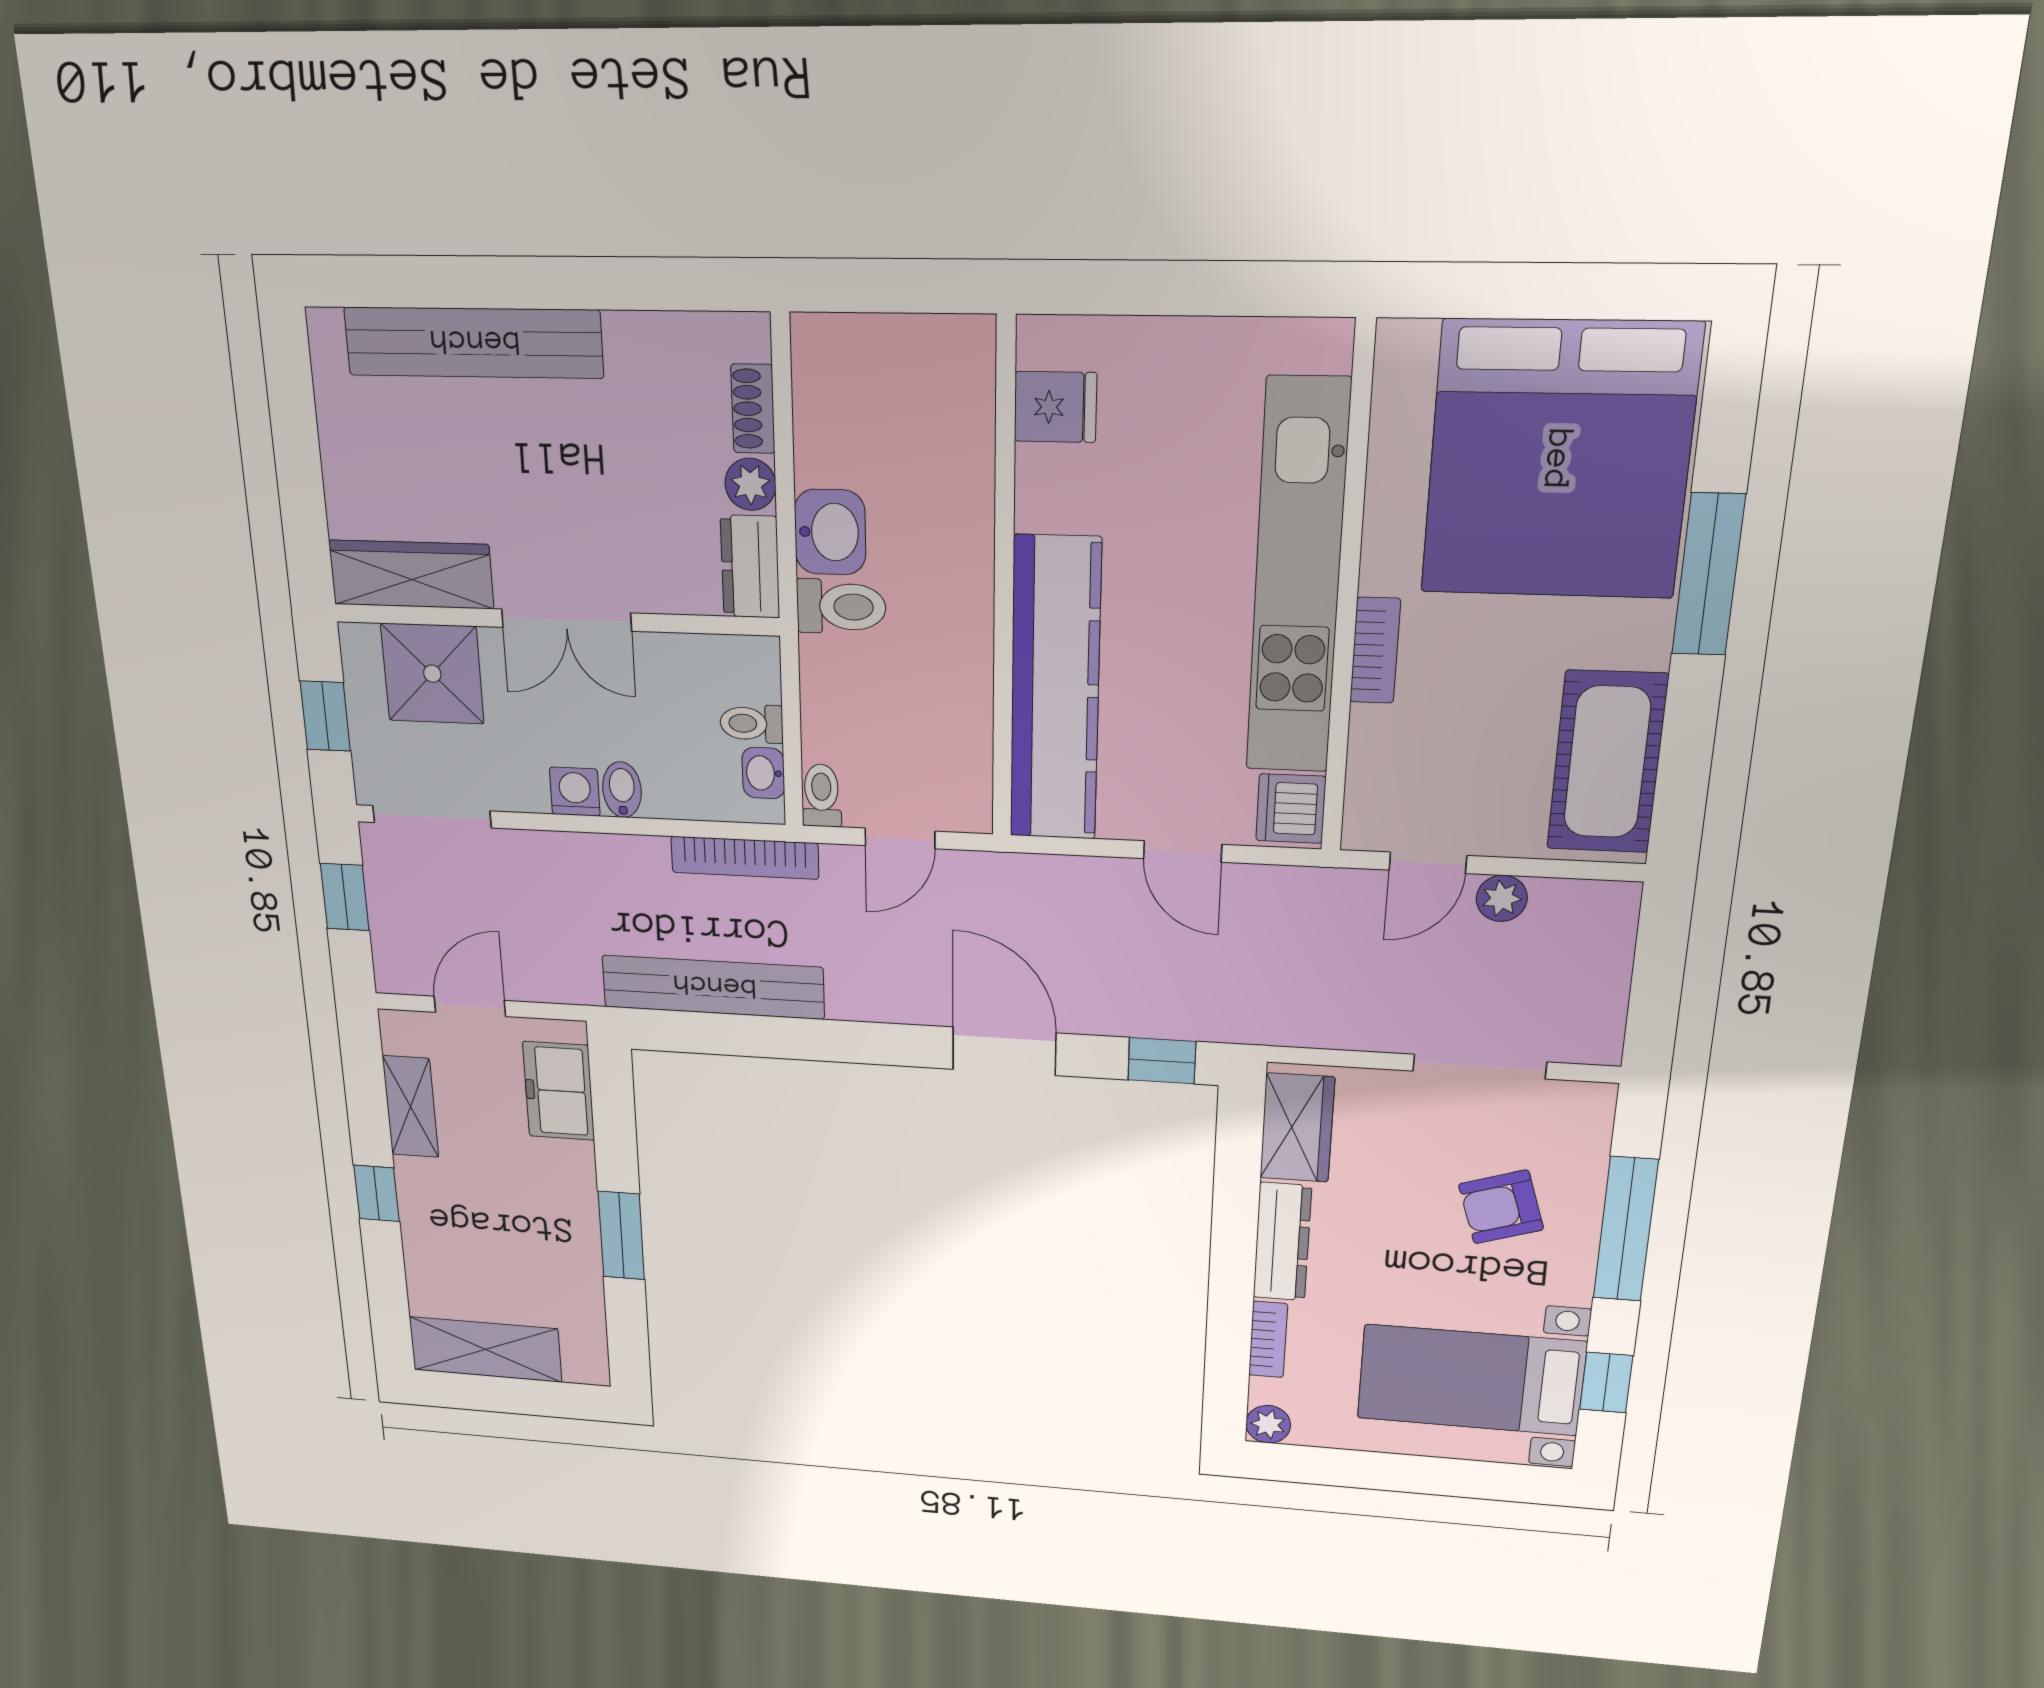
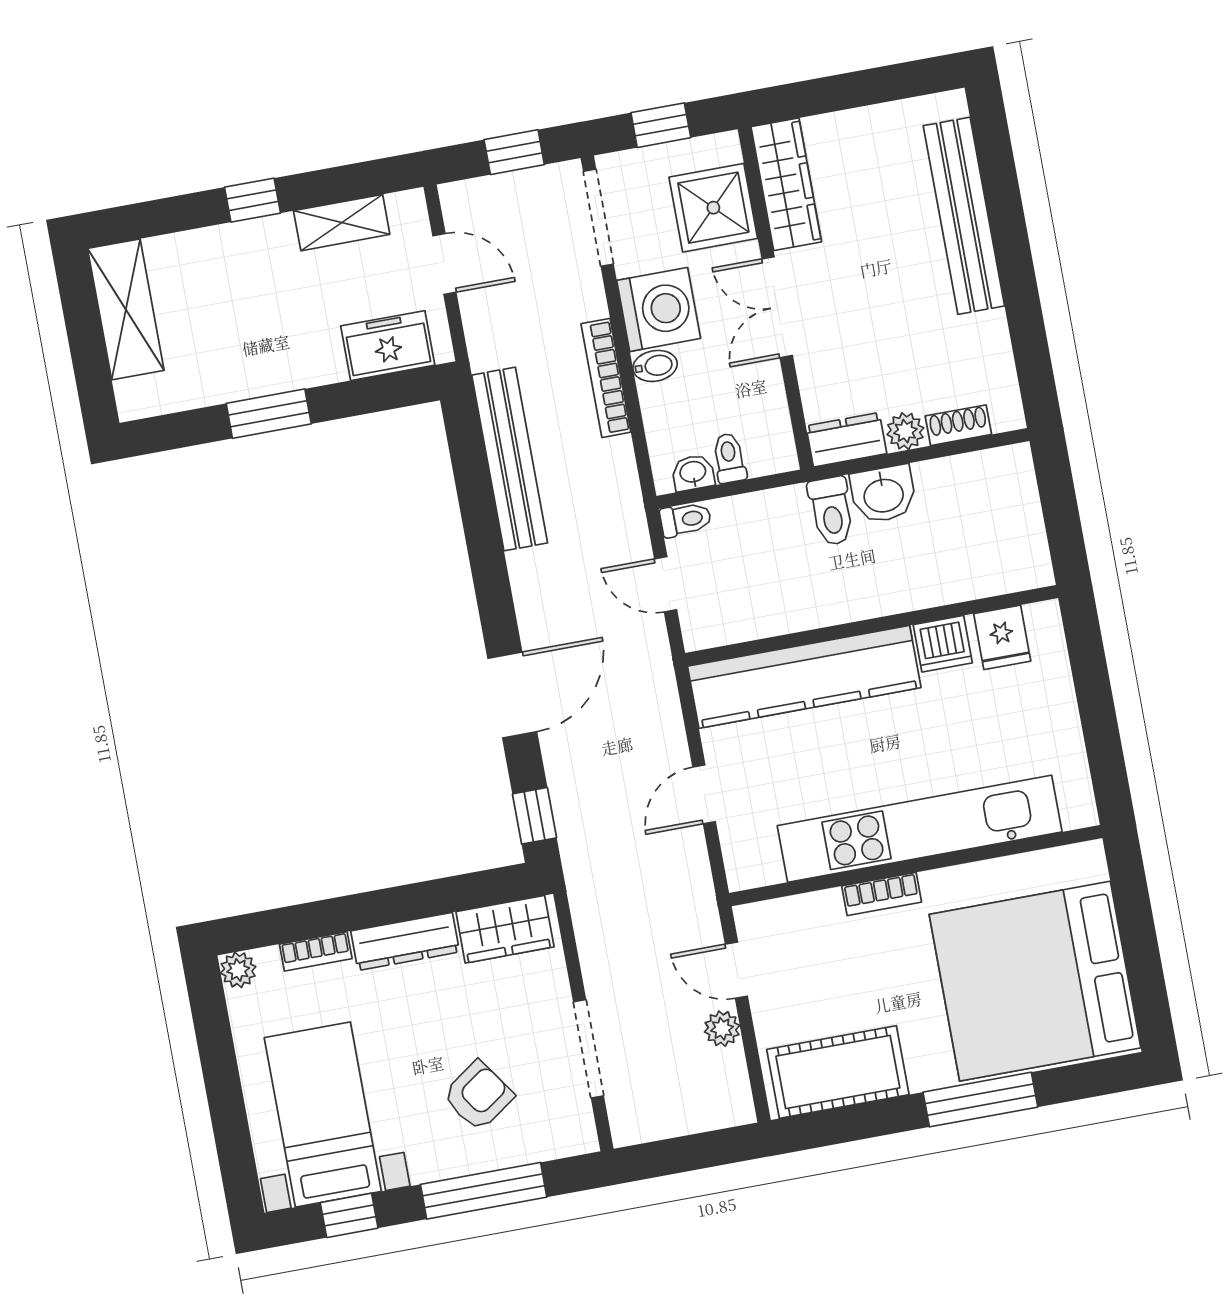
washing machine: (575, 792) -> (659, 309), width x1.89, depth x1.89
dishwasher: (1291, 809) -> (943, 644), moved, turned 180
bookcase: (745, 858) -> (606, 378), moved
armchair: (1501, 1207) -> (478, 1096), turned 73

